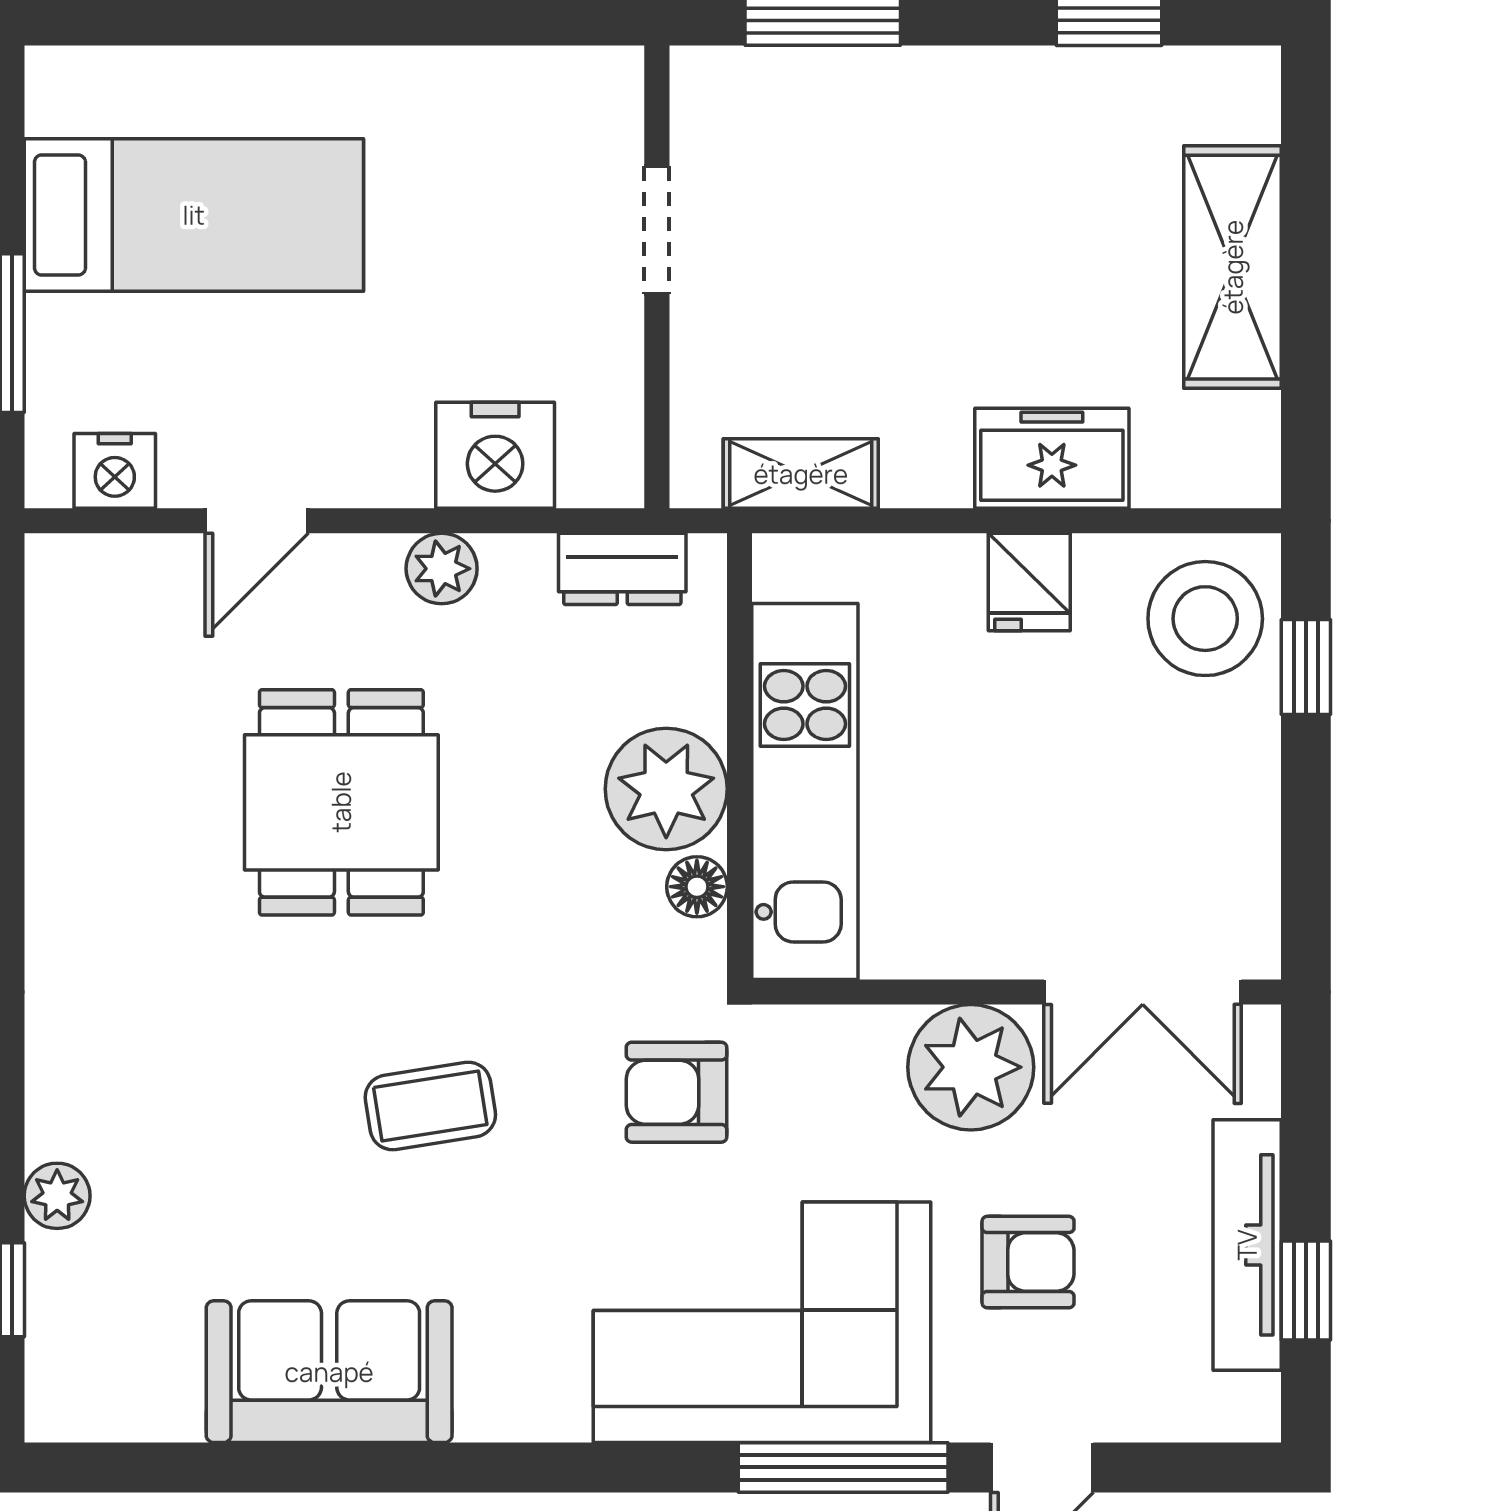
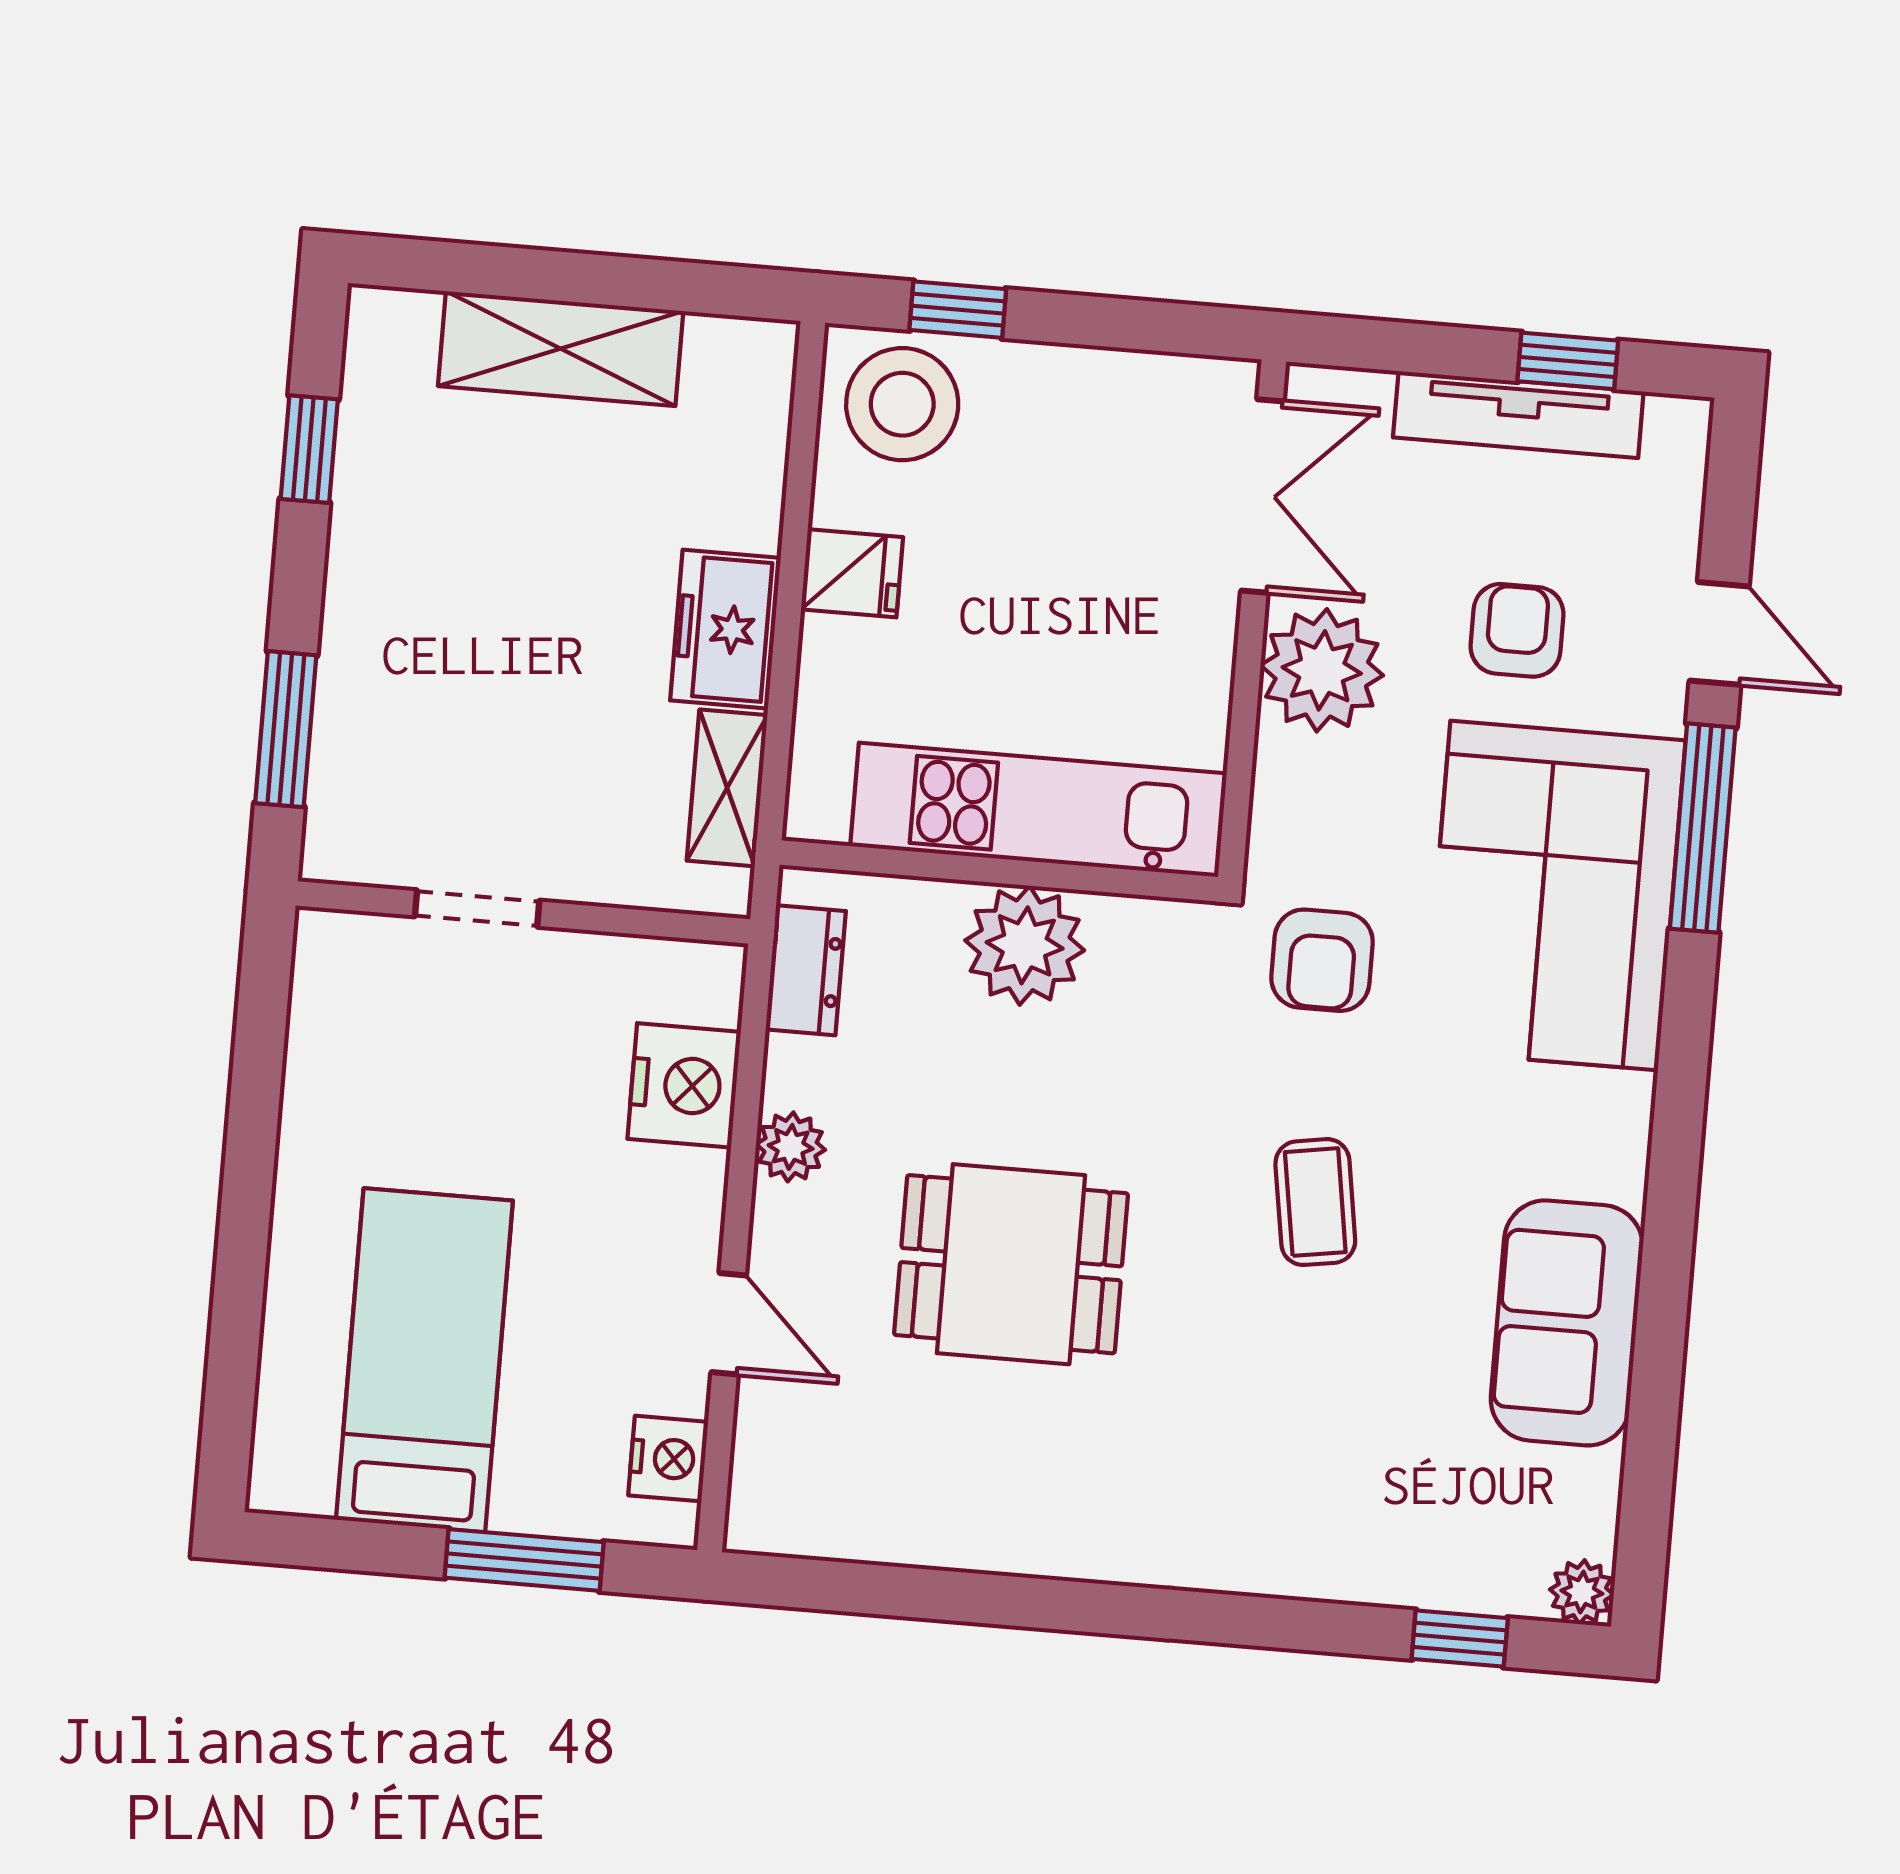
freezer: (1052, 458) -> (725, 629), moved
floor lamp: (697, 887) -> (1123, 923), removed
plant: (57, 1196) -> (1582, 1592), moved

